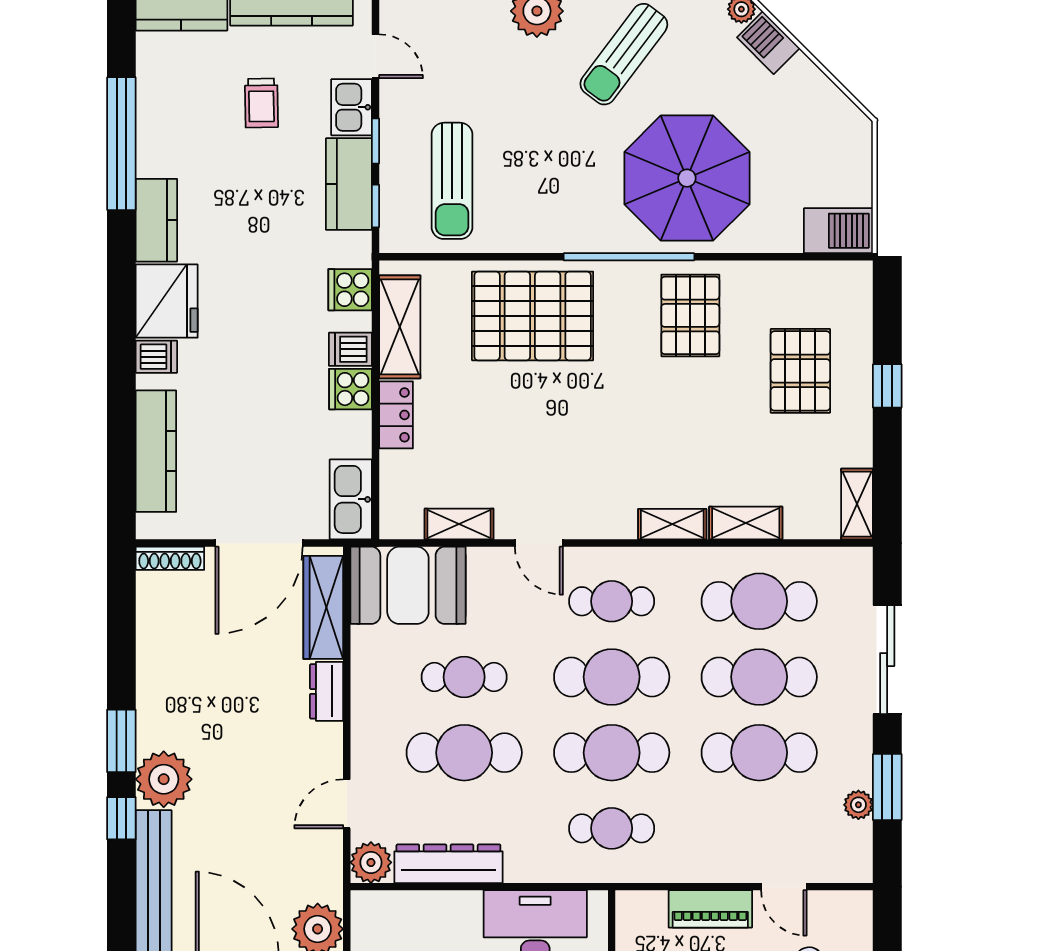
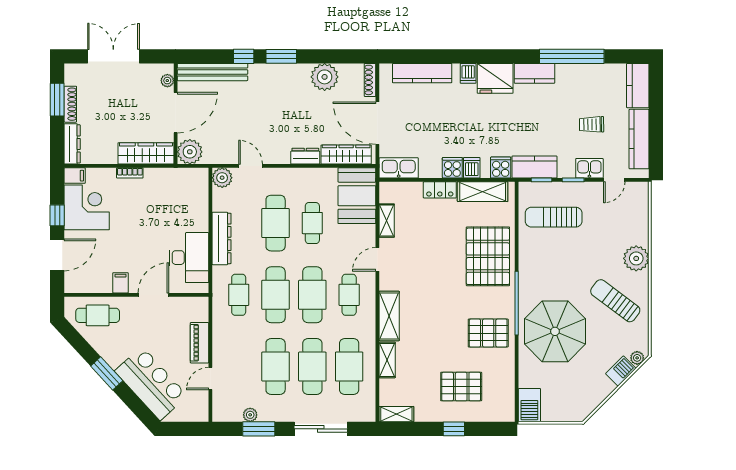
kitchen counter: (349, 184) -> (534, 167), moved
shelving: (672, 524) -> (389, 316), width x1.50, depth x1.33
plant: (164, 779) -> (325, 77), moved
dresser: (448, 864) -> (221, 238), moved

